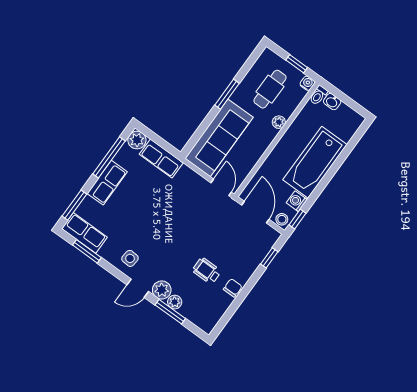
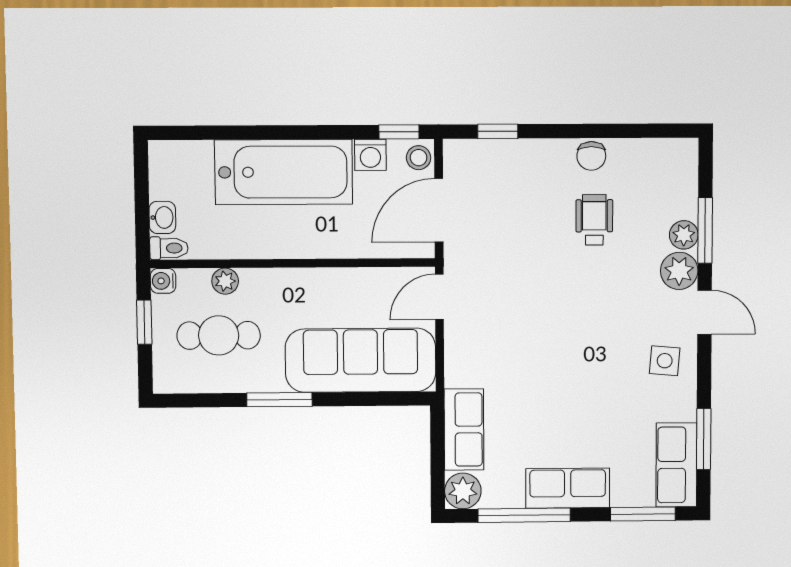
plant: (279, 122) -> (225, 281), moved
wheelchair: (207, 271) -> (594, 220), turned 180
chair: (233, 288) -> (591, 156), turned -90

